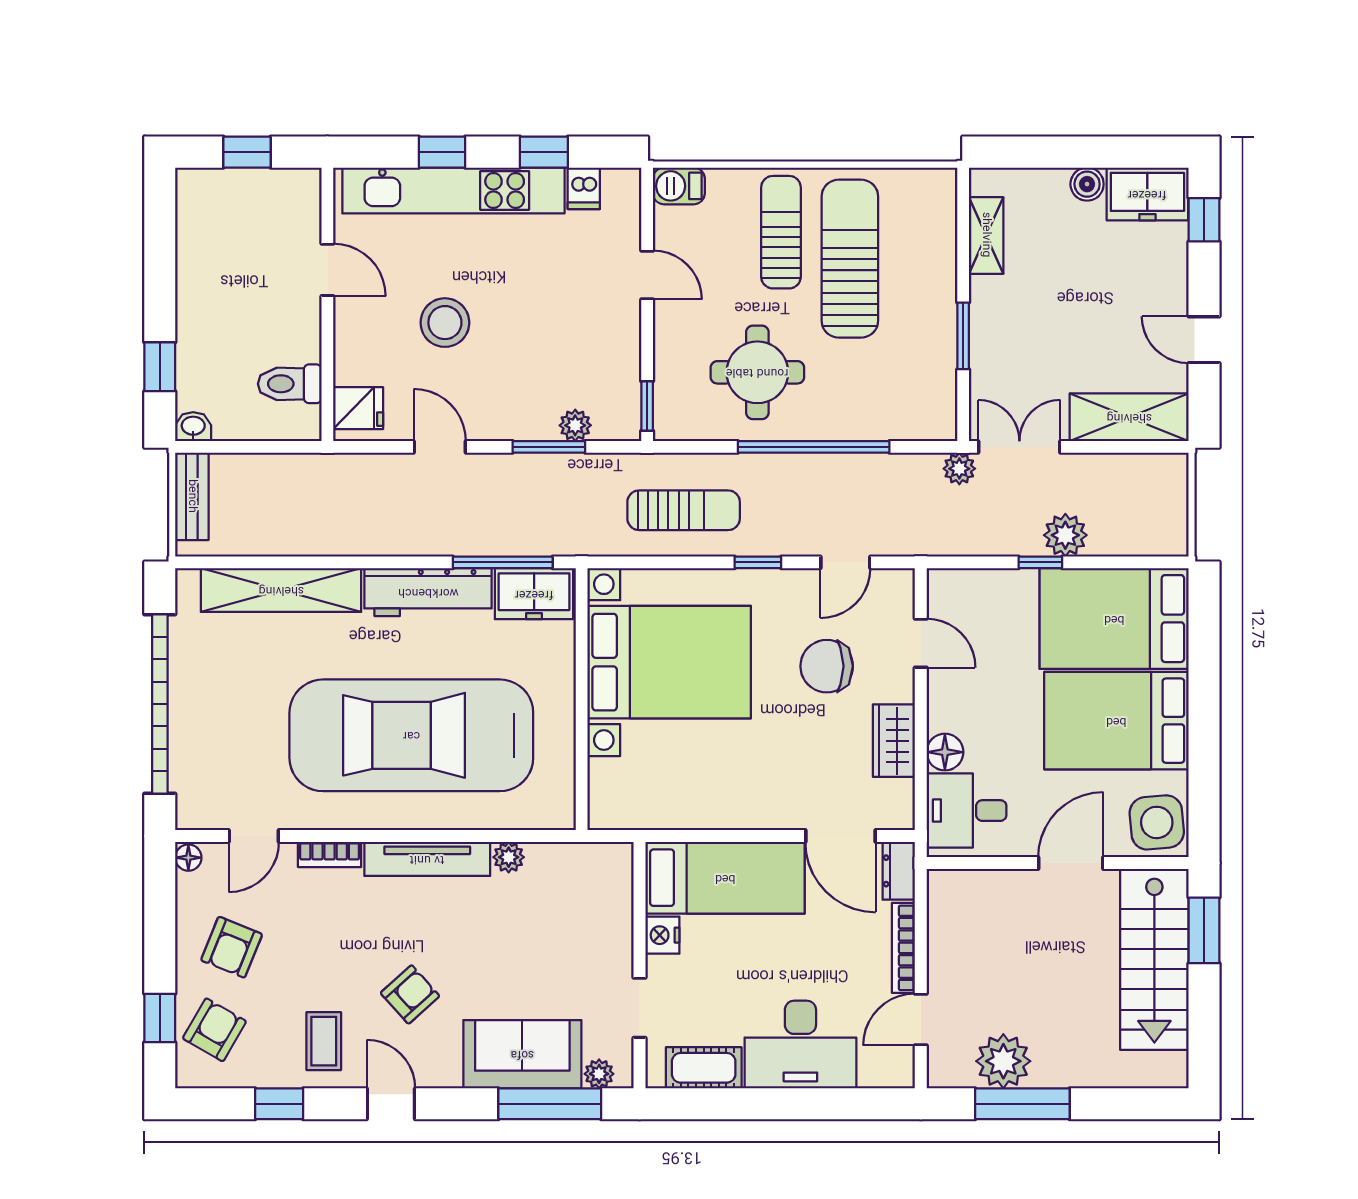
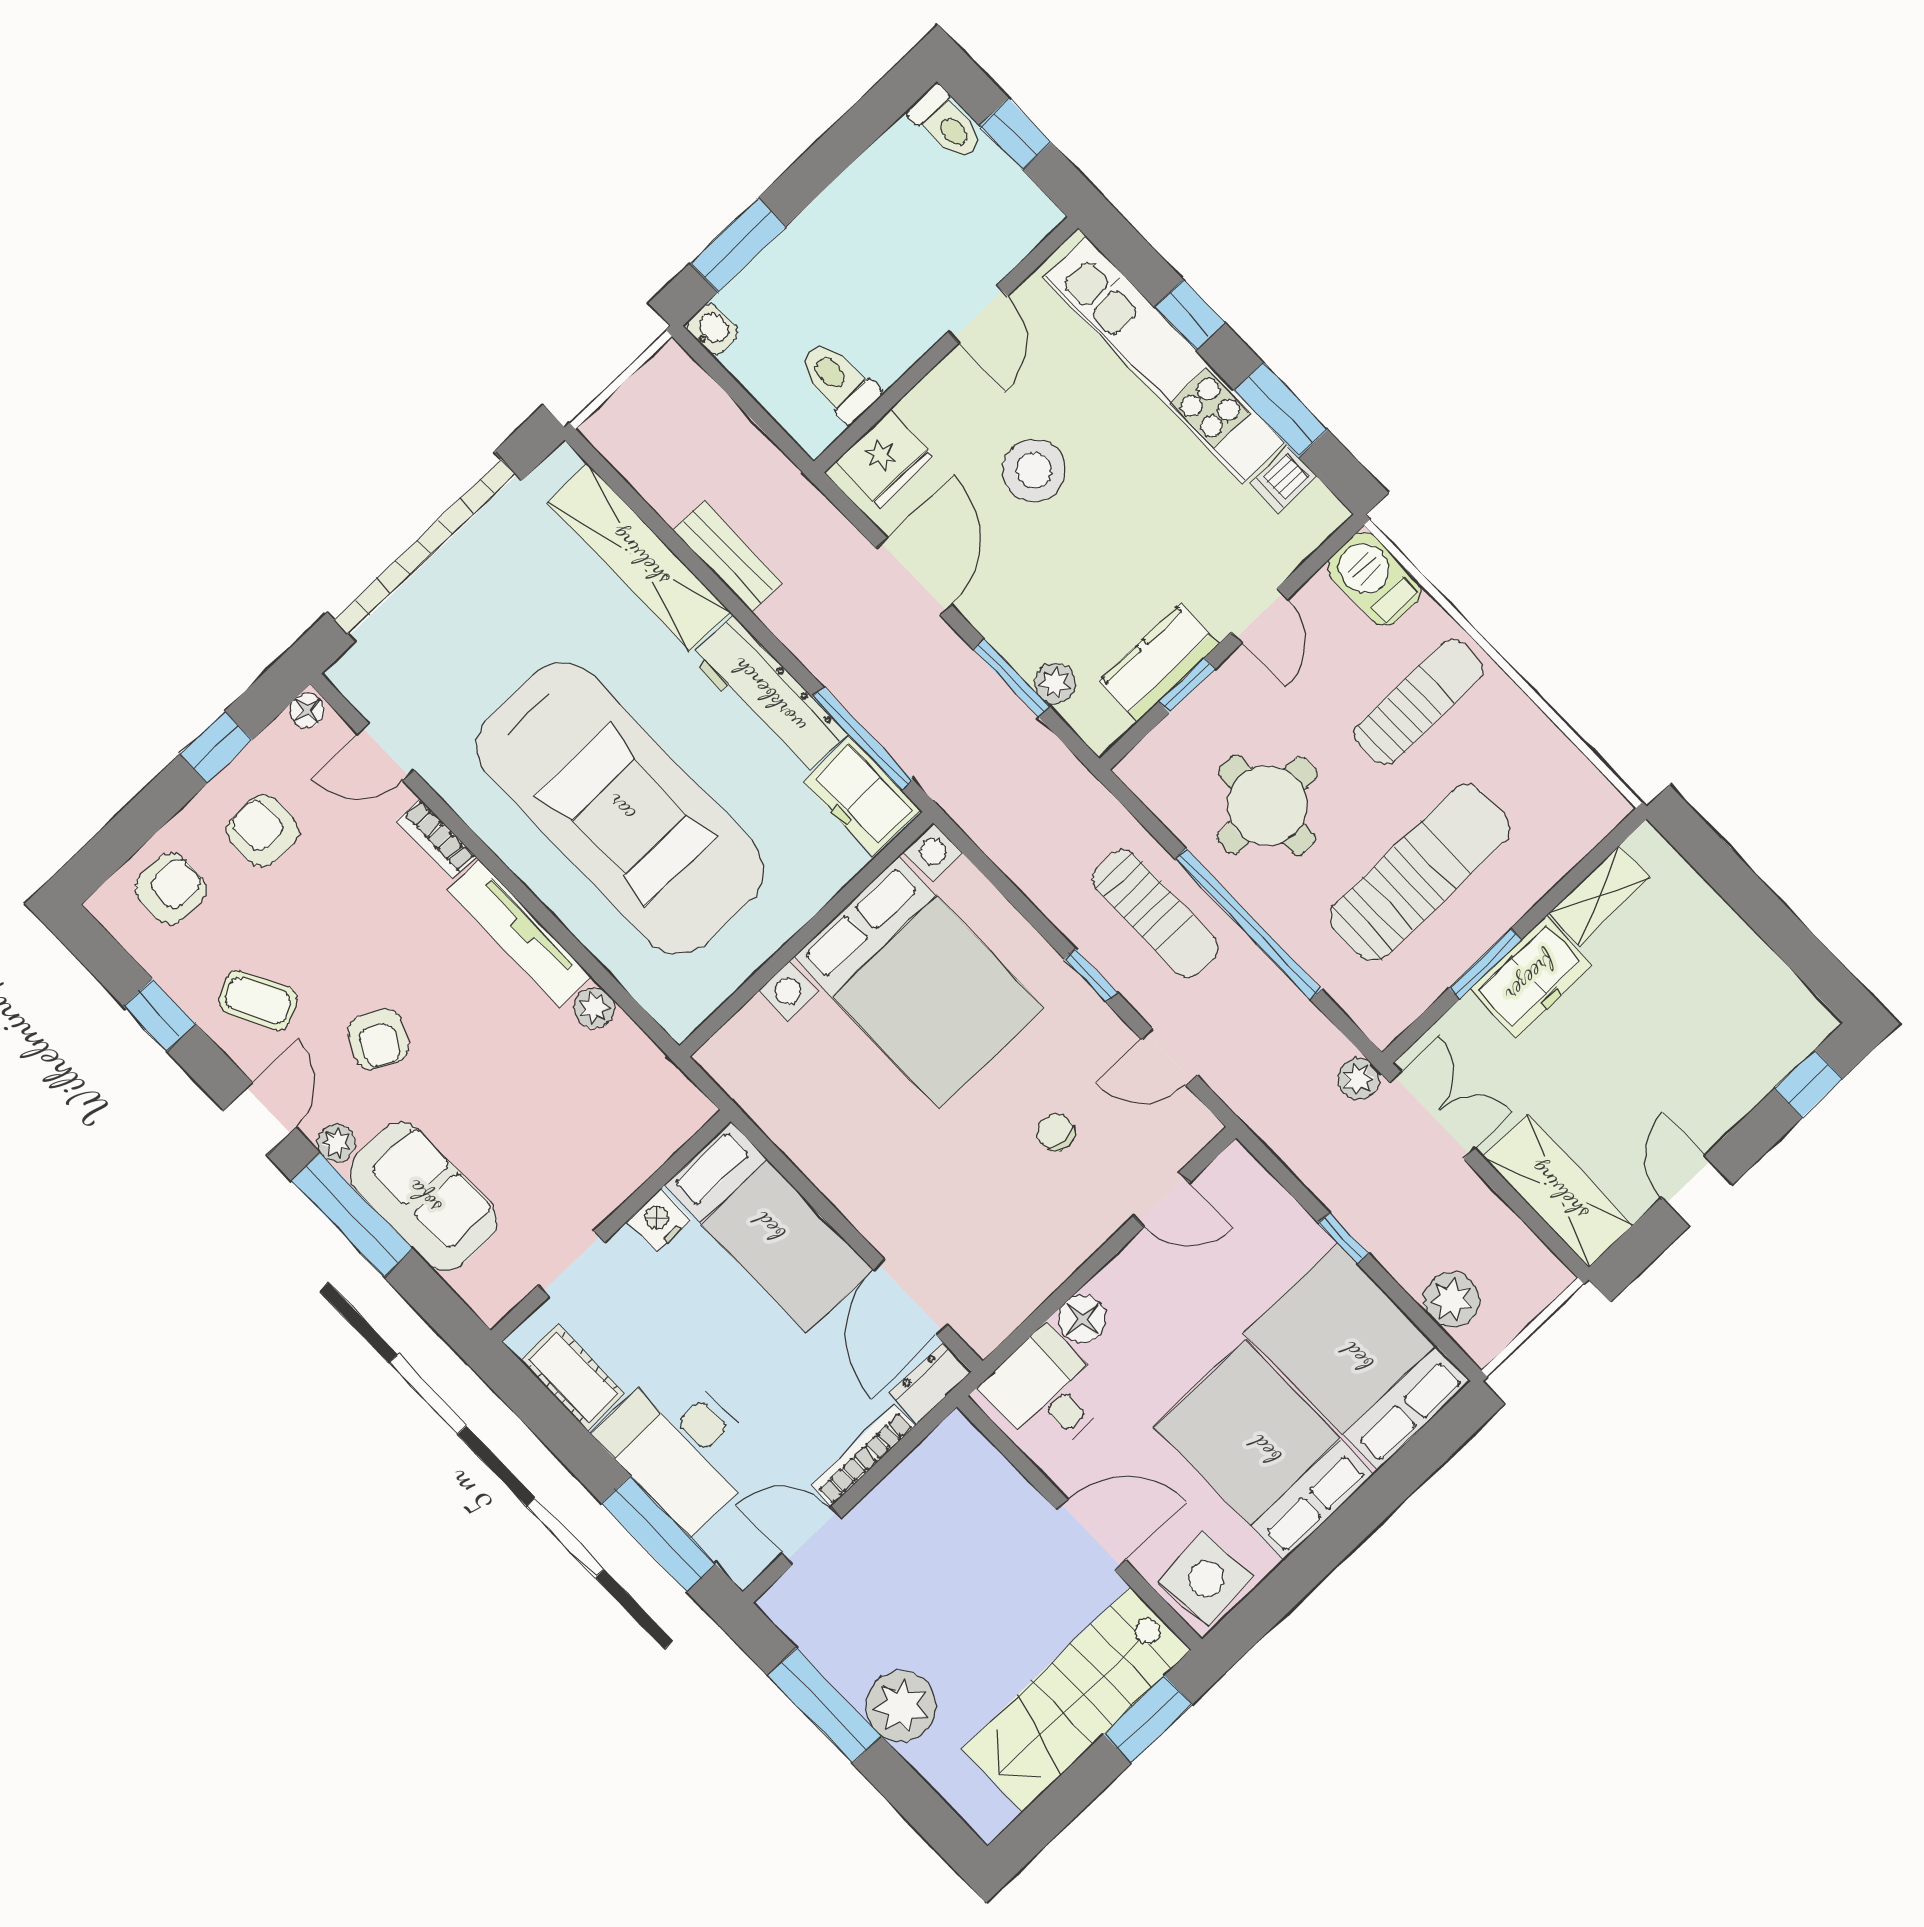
window: (544, 152) -> (1281, 410), width x1.50
boiler: (1087, 184) -> (1737, 943), removed
toilet: (204, 185) -> (946, 124), added
barbecue: (679, 186) -> (1374, 579), width x1.38, depth x1.27
freezer: (1147, 194) -> (1531, 978), moved, turned -90
sun lounger: (850, 259) -> (1420, 873), moved
kitchen counter: (620, 356) -> (1159, 663), added
window: (160, 367) -> (738, 245), width x1.50
window: (647, 406) -> (1187, 685), moved
fridge: (358, 408) -> (884, 459), width x1.38
door: (440, 447) -> (914, 577), width x1.38
bench: (192, 496) -> (728, 556), moved, turned 90
sun lounger: (684, 510) -> (1155, 914), moved
plant: (1065, 535) -> (1452, 1300), moved
door: (921, 643) -> (1162, 1199), hinge flipped
chair: (827, 666) -> (1056, 1132), width x0.54, depth x0.54
car: (411, 735) -> (620, 808), turned 180
wardrobe: (894, 741) -> (1047, 1262), removed
armchair: (232, 947) -> (263, 831), turned 68
armchair: (410, 994) -> (378, 1039), turned 69
window: (160, 1018) -> (216, 747), moved
armchair: (214, 1030) -> (171, 889), turned -30
coffee table: (324, 1041) -> (258, 1000), turned 63
plant: (1003, 1061) -> (901, 1706), moved
plant: (599, 1074) -> (336, 1143), moved
window: (550, 1104) -> (352, 1215), moved
window: (837, 1104) -> (659, 1534), added

